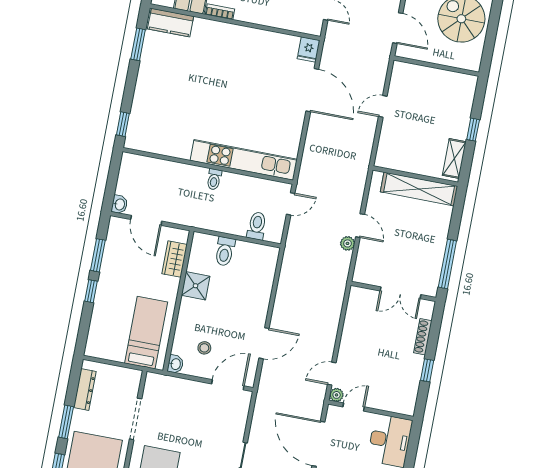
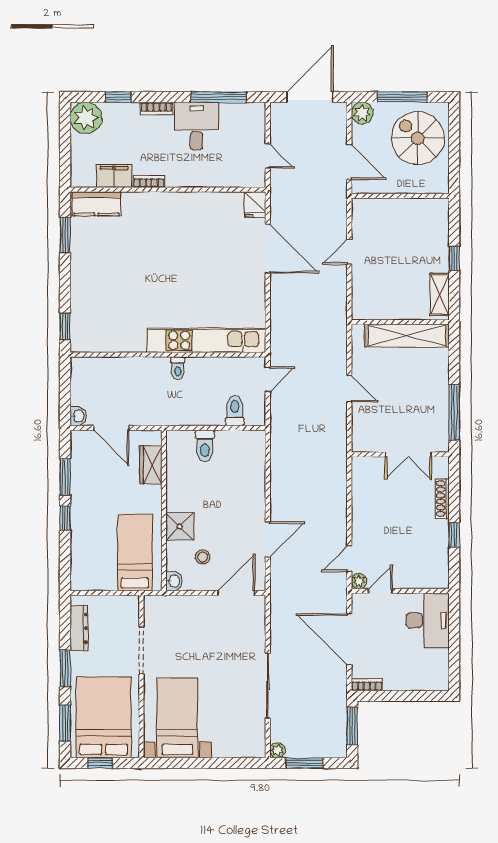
plant: (348, 243) -> (339, 411), removed
shower: (196, 286) -> (180, 526), moved

